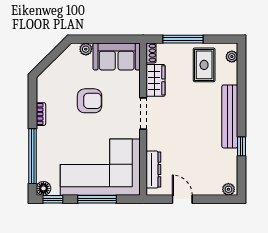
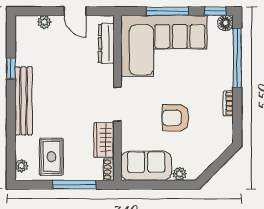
plant: (228, 189) -> (44, 22), moved

